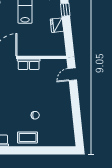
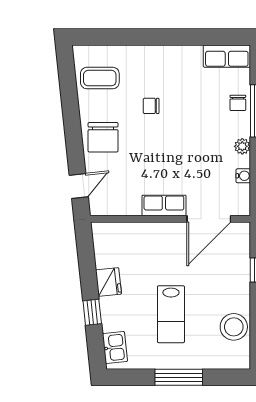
chair: (60, 99) -> (103, 137), added
coffee table: (28, 137) -> (100, 78), moved

